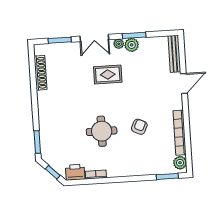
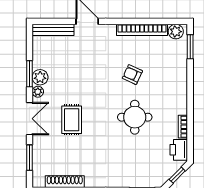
rug: (108, 75) -> (72, 120), moved

